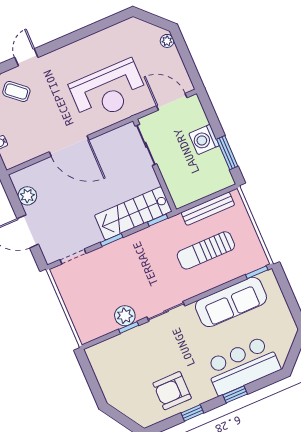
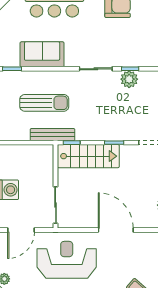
door: (172, 102) -> (21, 230), hinge flipped
bench: (208, 209) -> (52, 135), moved
sofa: (231, 302) -> (42, 54), width x0.73

